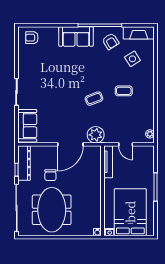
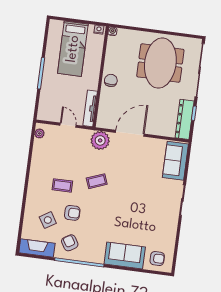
sofa: (76, 37) -> (125, 255), moved
armchair: (112, 68) -> (72, 213), added
chair: (50, 175) -> (111, 80), moved
bed: (130, 212) -> (73, 49), width x0.67

